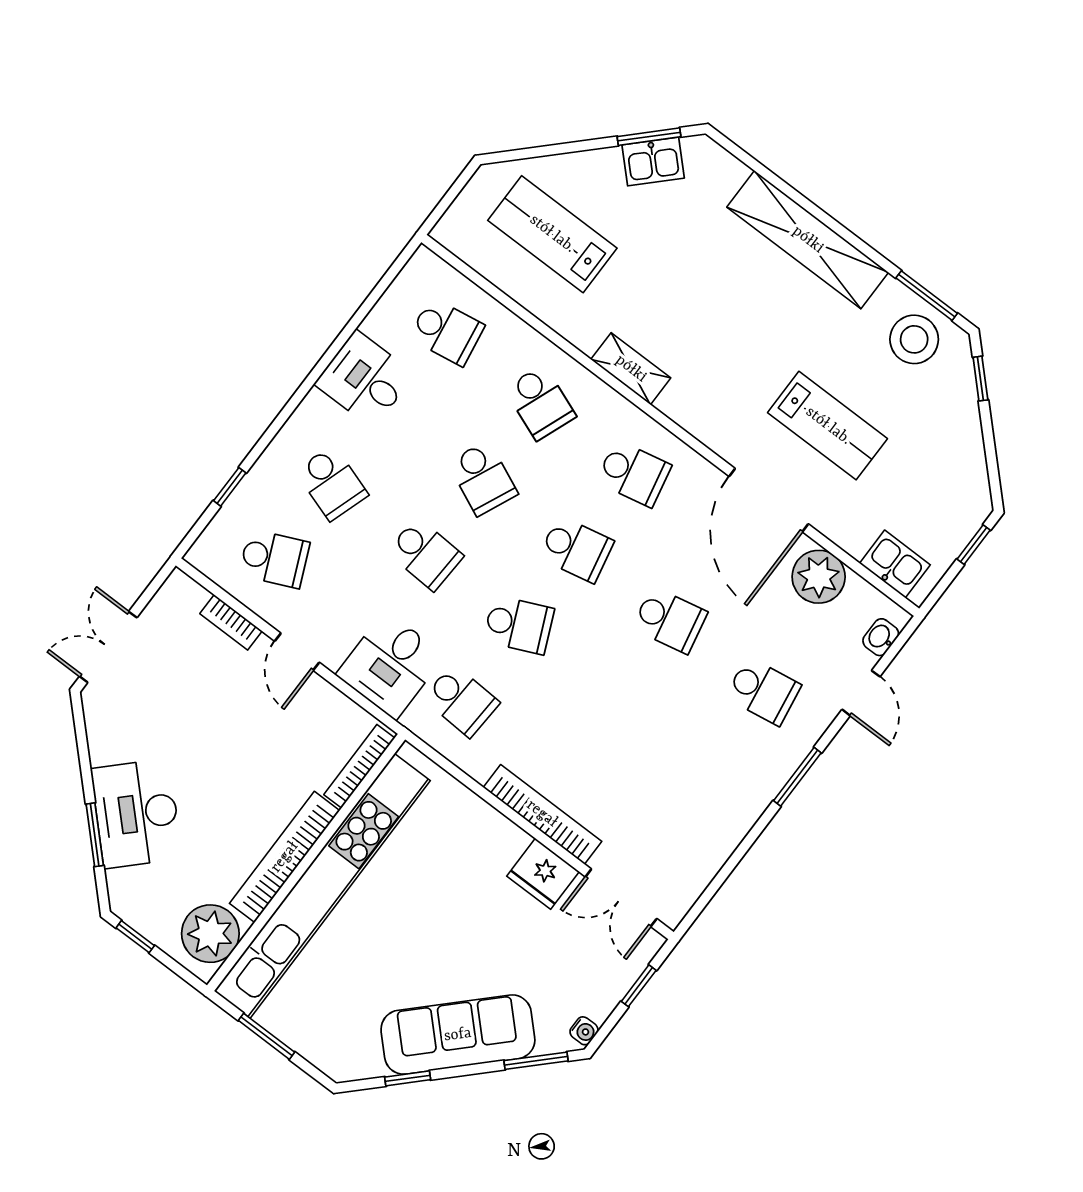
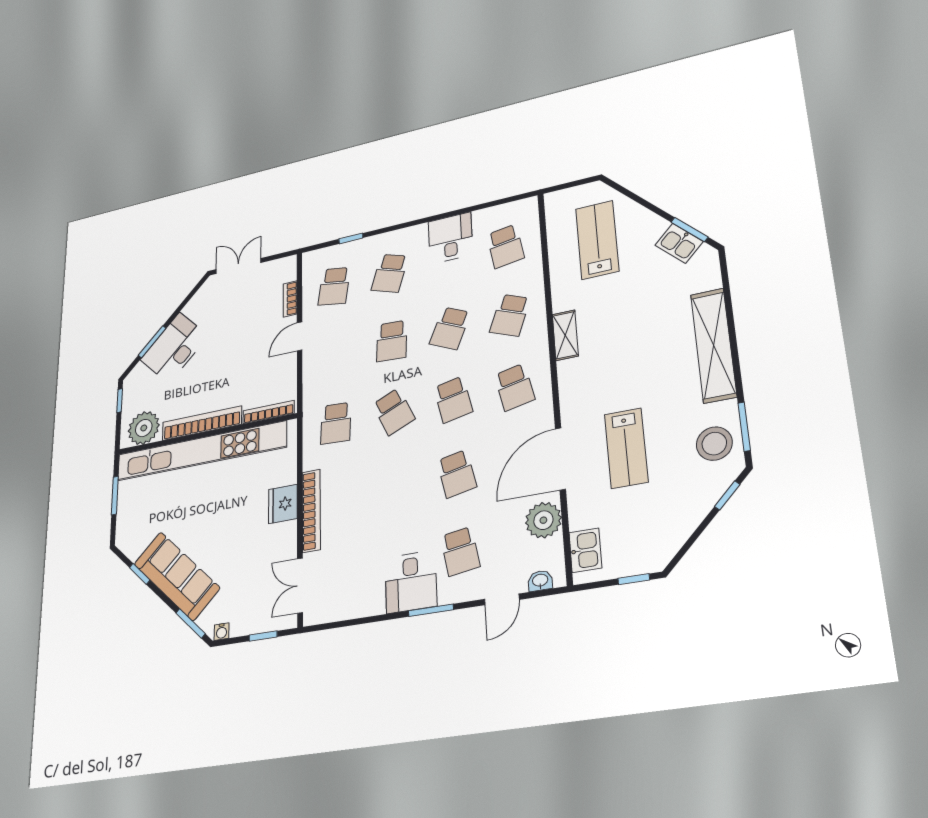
school desk: (274, 559) -> (334, 286), turned 33
desk: (390, 665) -> (411, 582), moved, turned -90
fridge: (543, 874) -> (283, 504), moved

